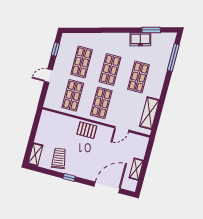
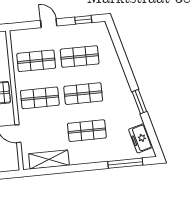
window: (151, 30) -> (139, 102), moved
freezer: (140, 39) -> (141, 138), moved

